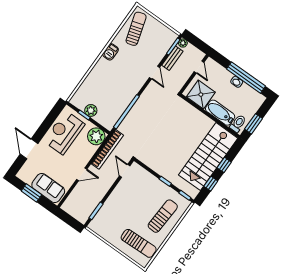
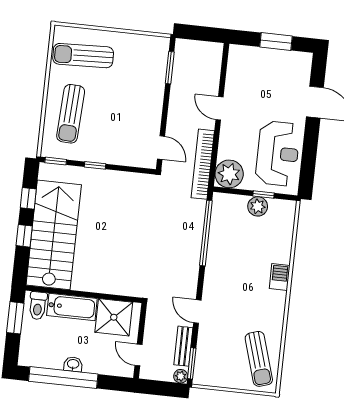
barbecue: (111, 52) -> (280, 277), moved
door: (82, 174) -> (219, 108), hinge flipped
sofa: (48, 188) -> (256, 62), removed

